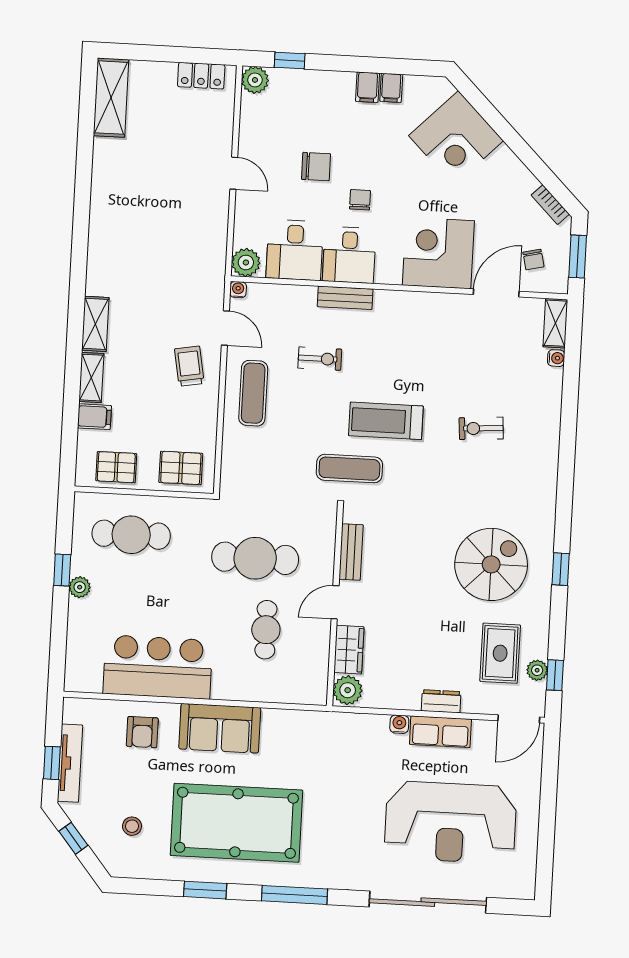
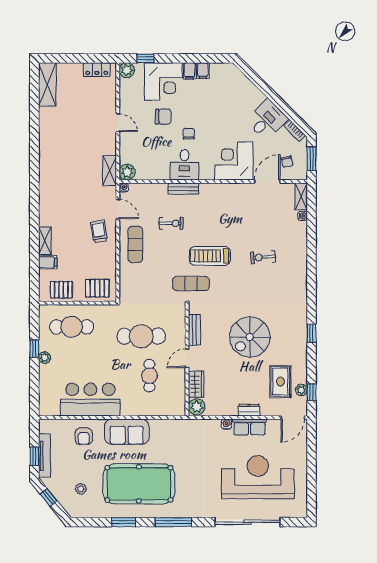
corner desk: (456, 138) -> (163, 81), moved, turned -45
desk: (295, 250) -> (267, 120), moved, turned -135
shelving: (95, 324) -> (110, 171), moved
spiral stairs: (491, 564) -> (250, 337), moved, turned 180
reception desk: (450, 822) -> (258, 477), turned 180

